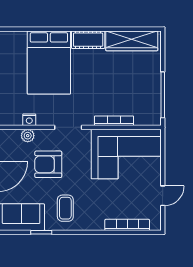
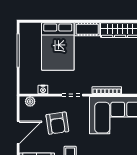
plant: (28, 136) -> (30, 101), moved
armchair: (48, 164) -> (57, 123), turned -98

